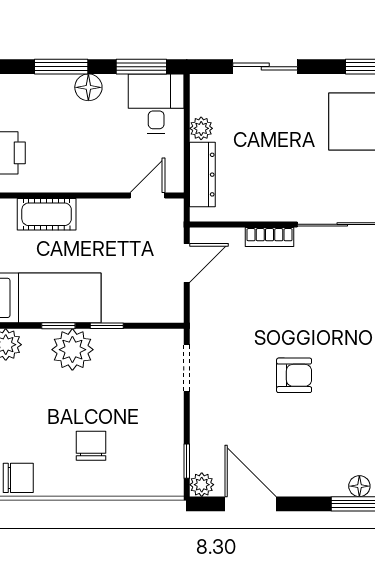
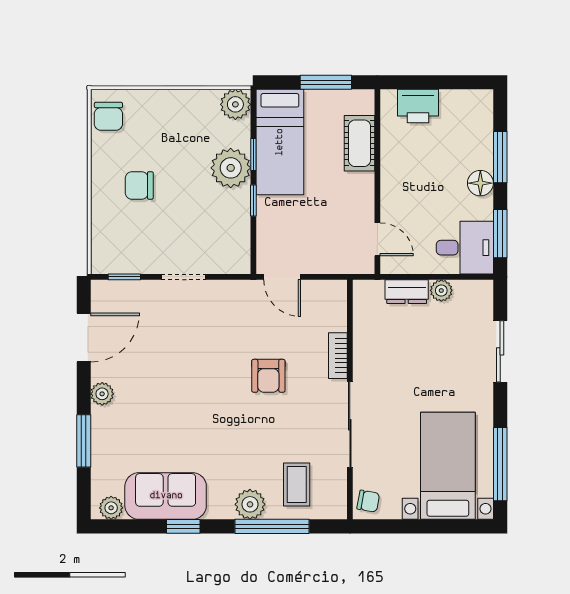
dresser: (202, 175) -> (407, 292), width x0.70
door: (187, 263) -> (282, 277), moved
doorway: (187, 368) -> (184, 277), moved
armchair: (294, 375) -> (268, 376), moved
chair: (91, 446) -> (139, 185), turned 180
plant: (202, 485) -> (102, 394), moved
floor lamp: (359, 486) -> (101, 441), removed

